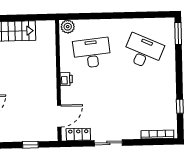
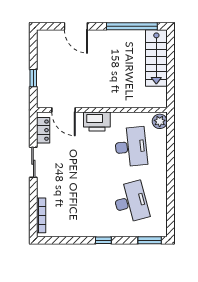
desk: (143, 52) -> (131, 202), turned -39
printer: (66, 79) -> (97, 122), width x1.87, depth x1.48
window: (180, 106) -> (103, 240), moved

